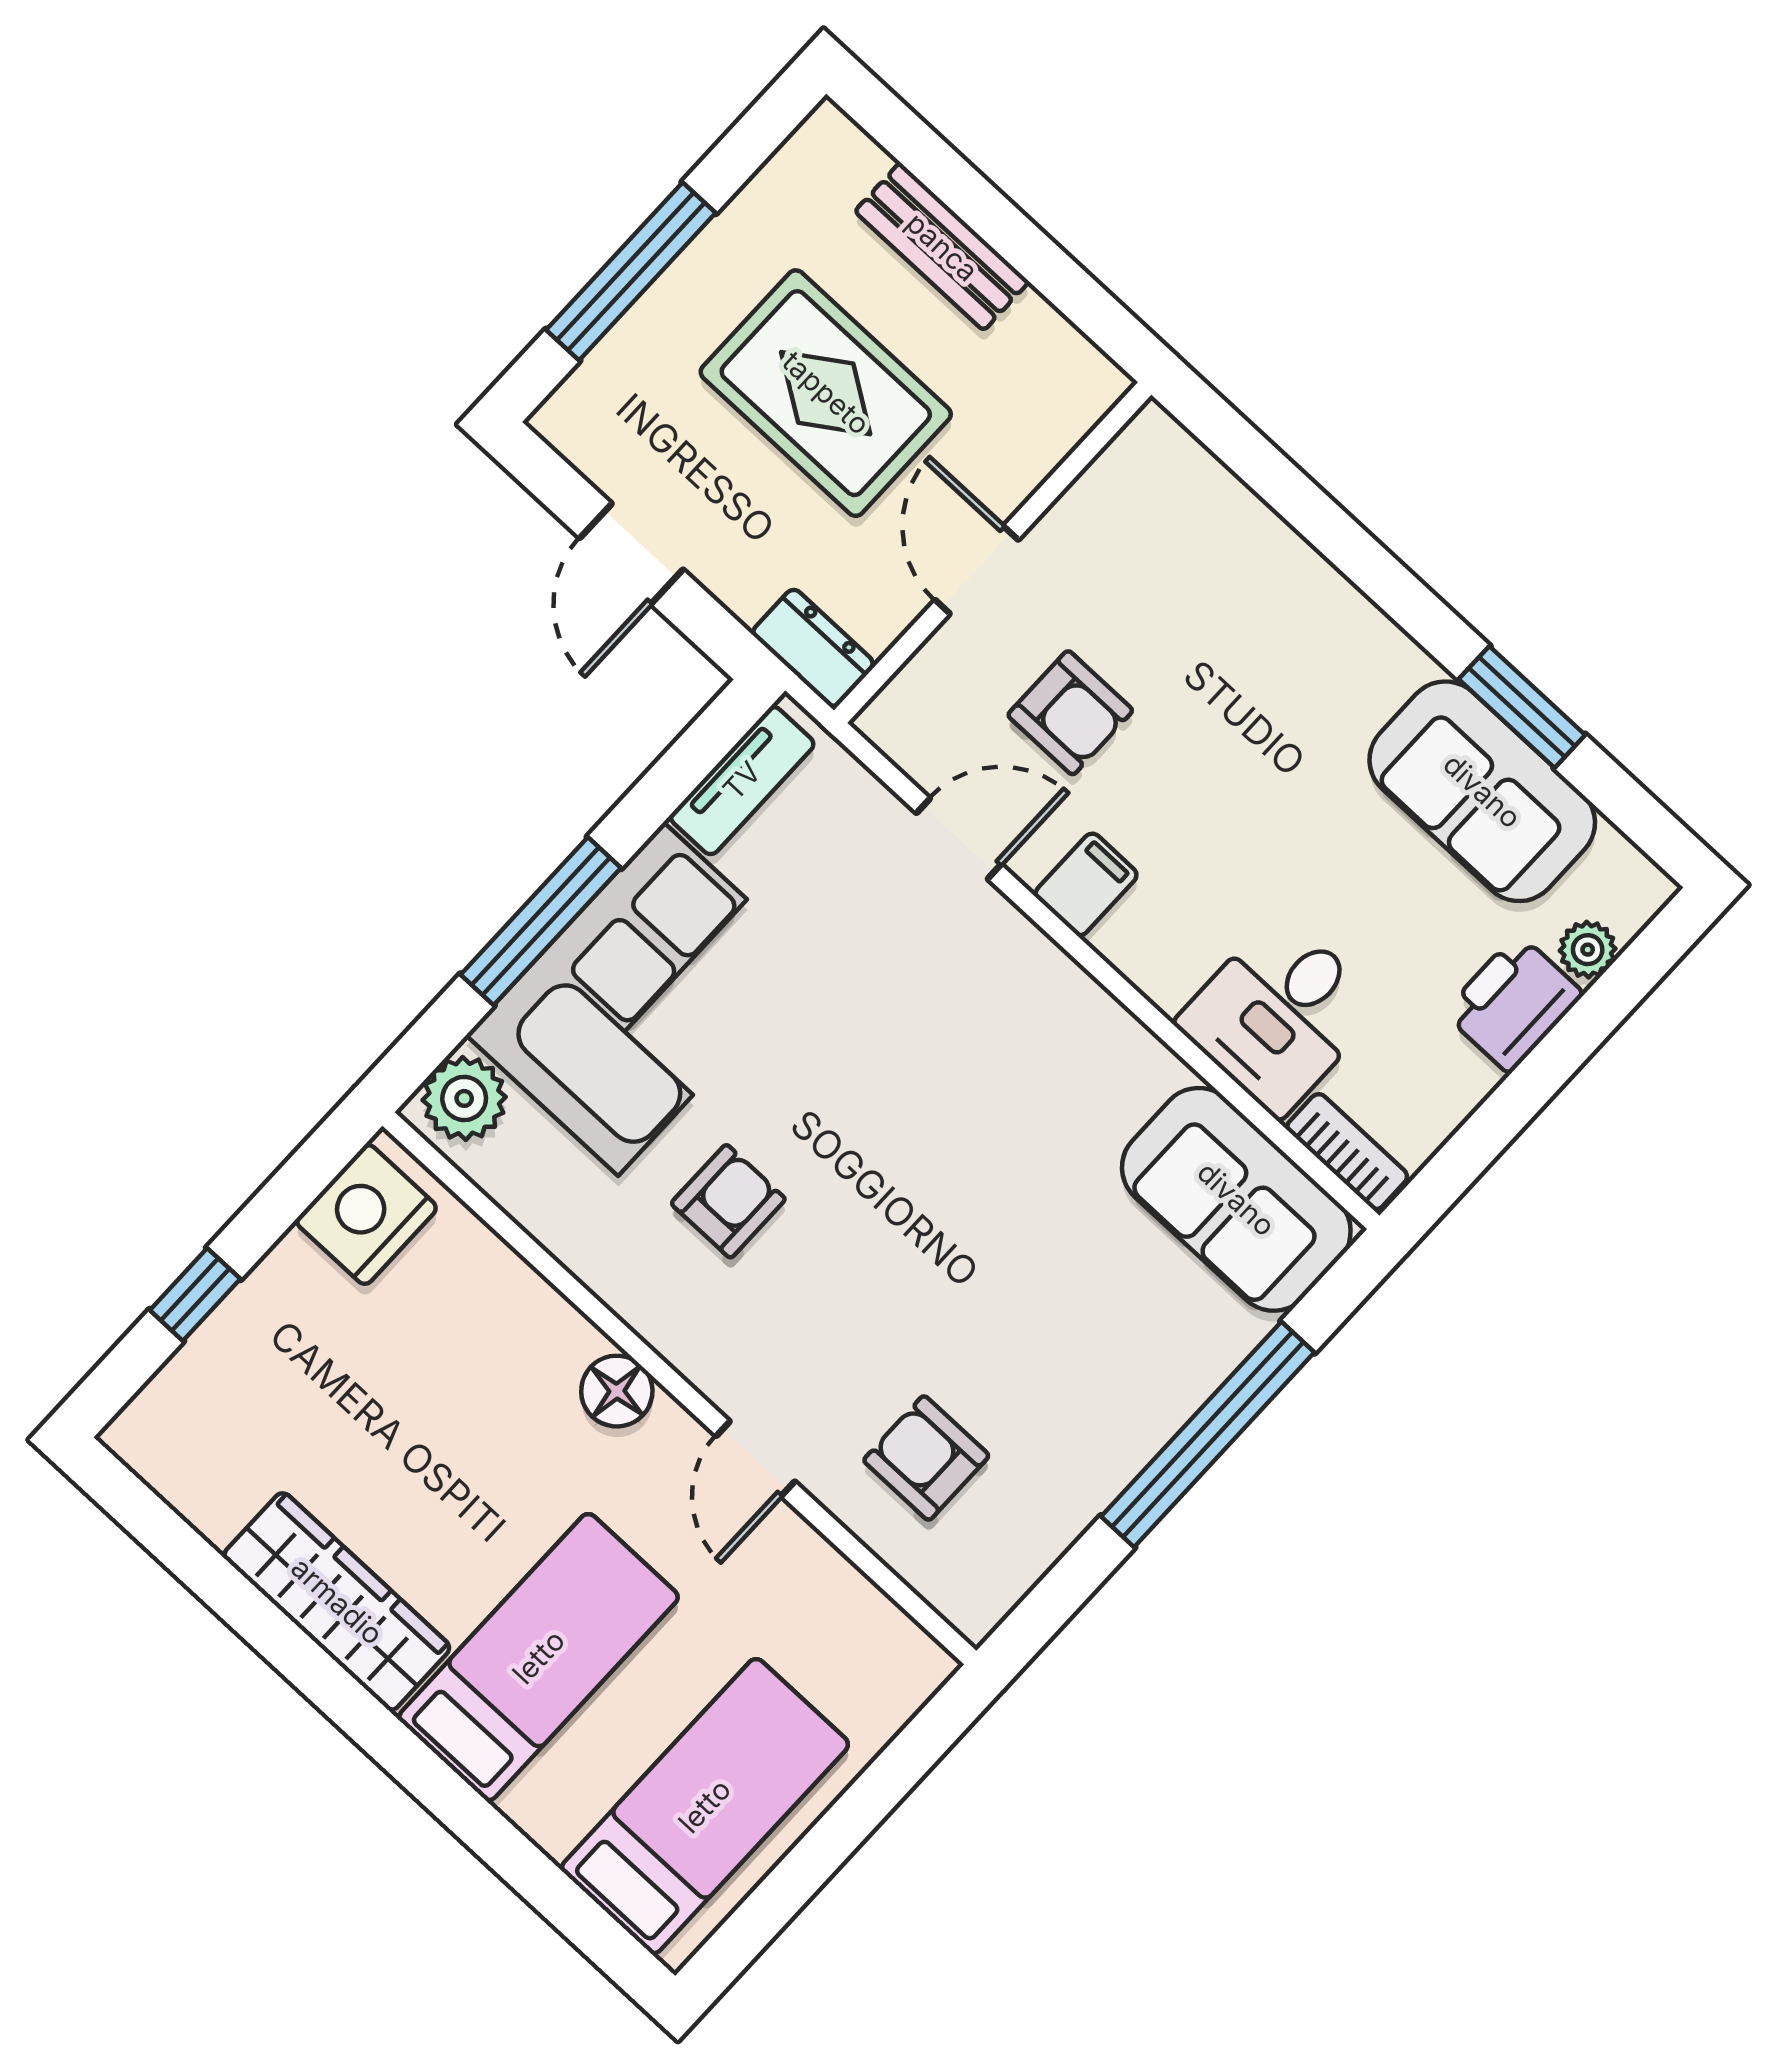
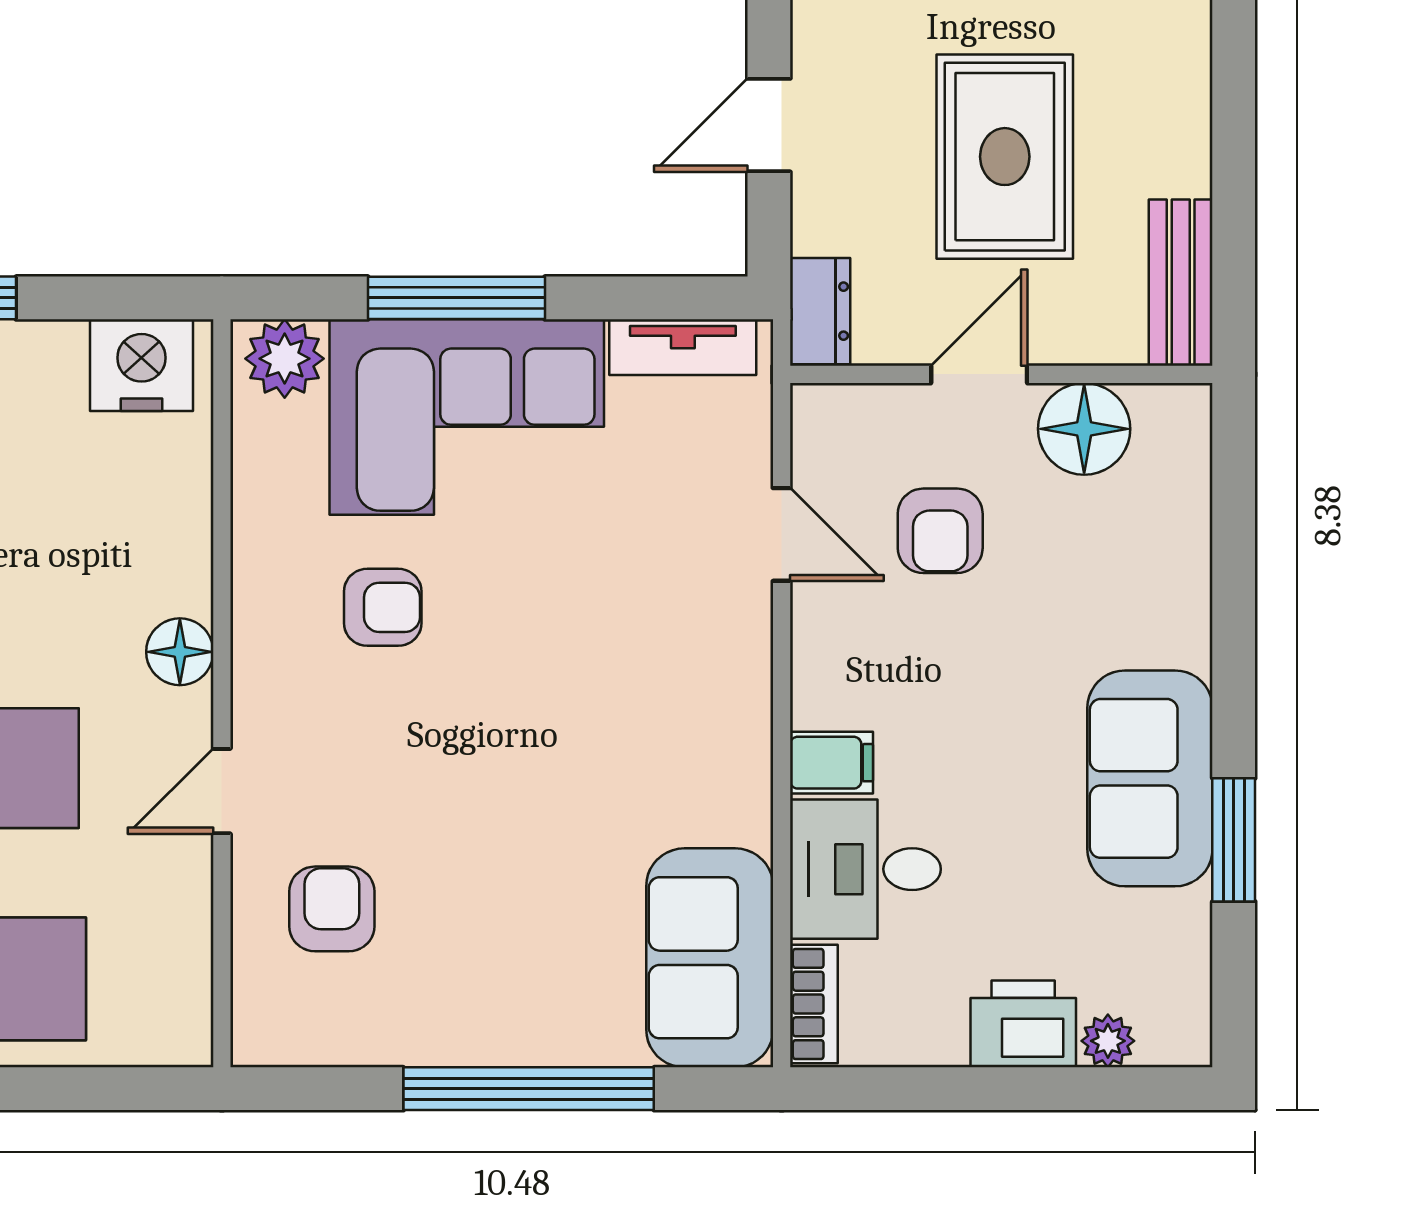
bench: (942, 247) -> (1181, 283), moved
floor lamp: (1095, 527) -> (1084, 429), added
sofa: (1482, 791) -> (1150, 778), moved
filing cabinet: (1086, 884) -> (831, 763), moved

